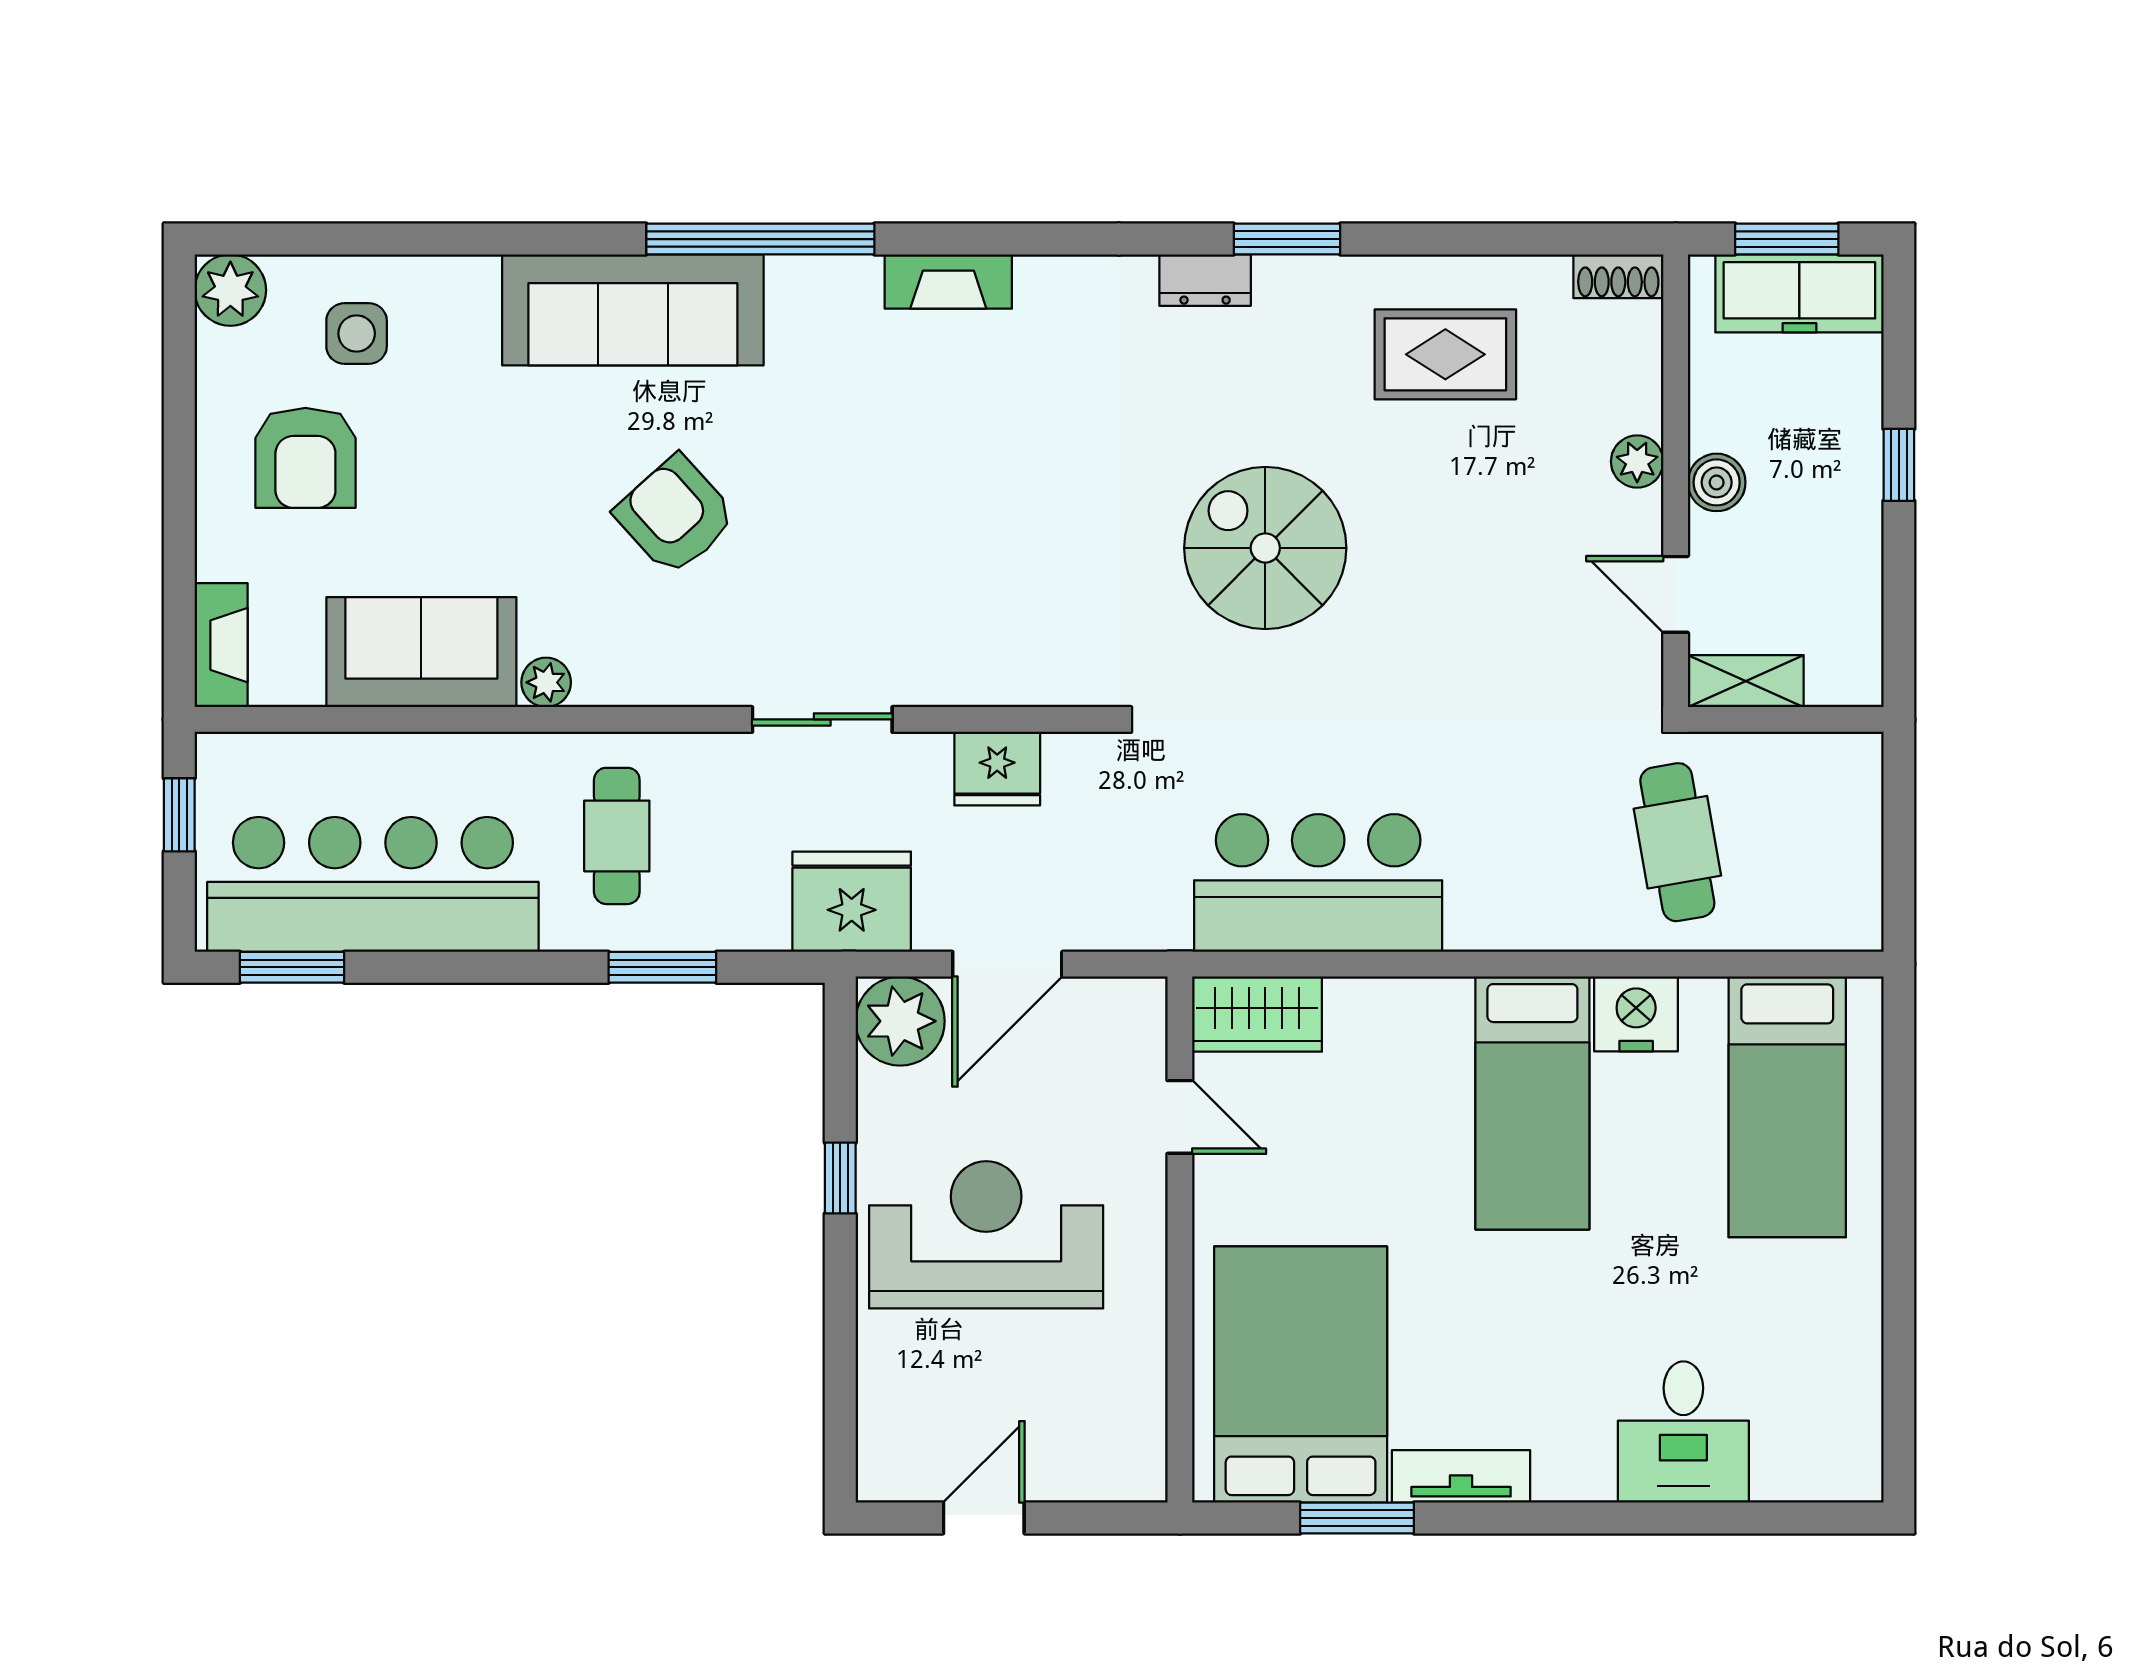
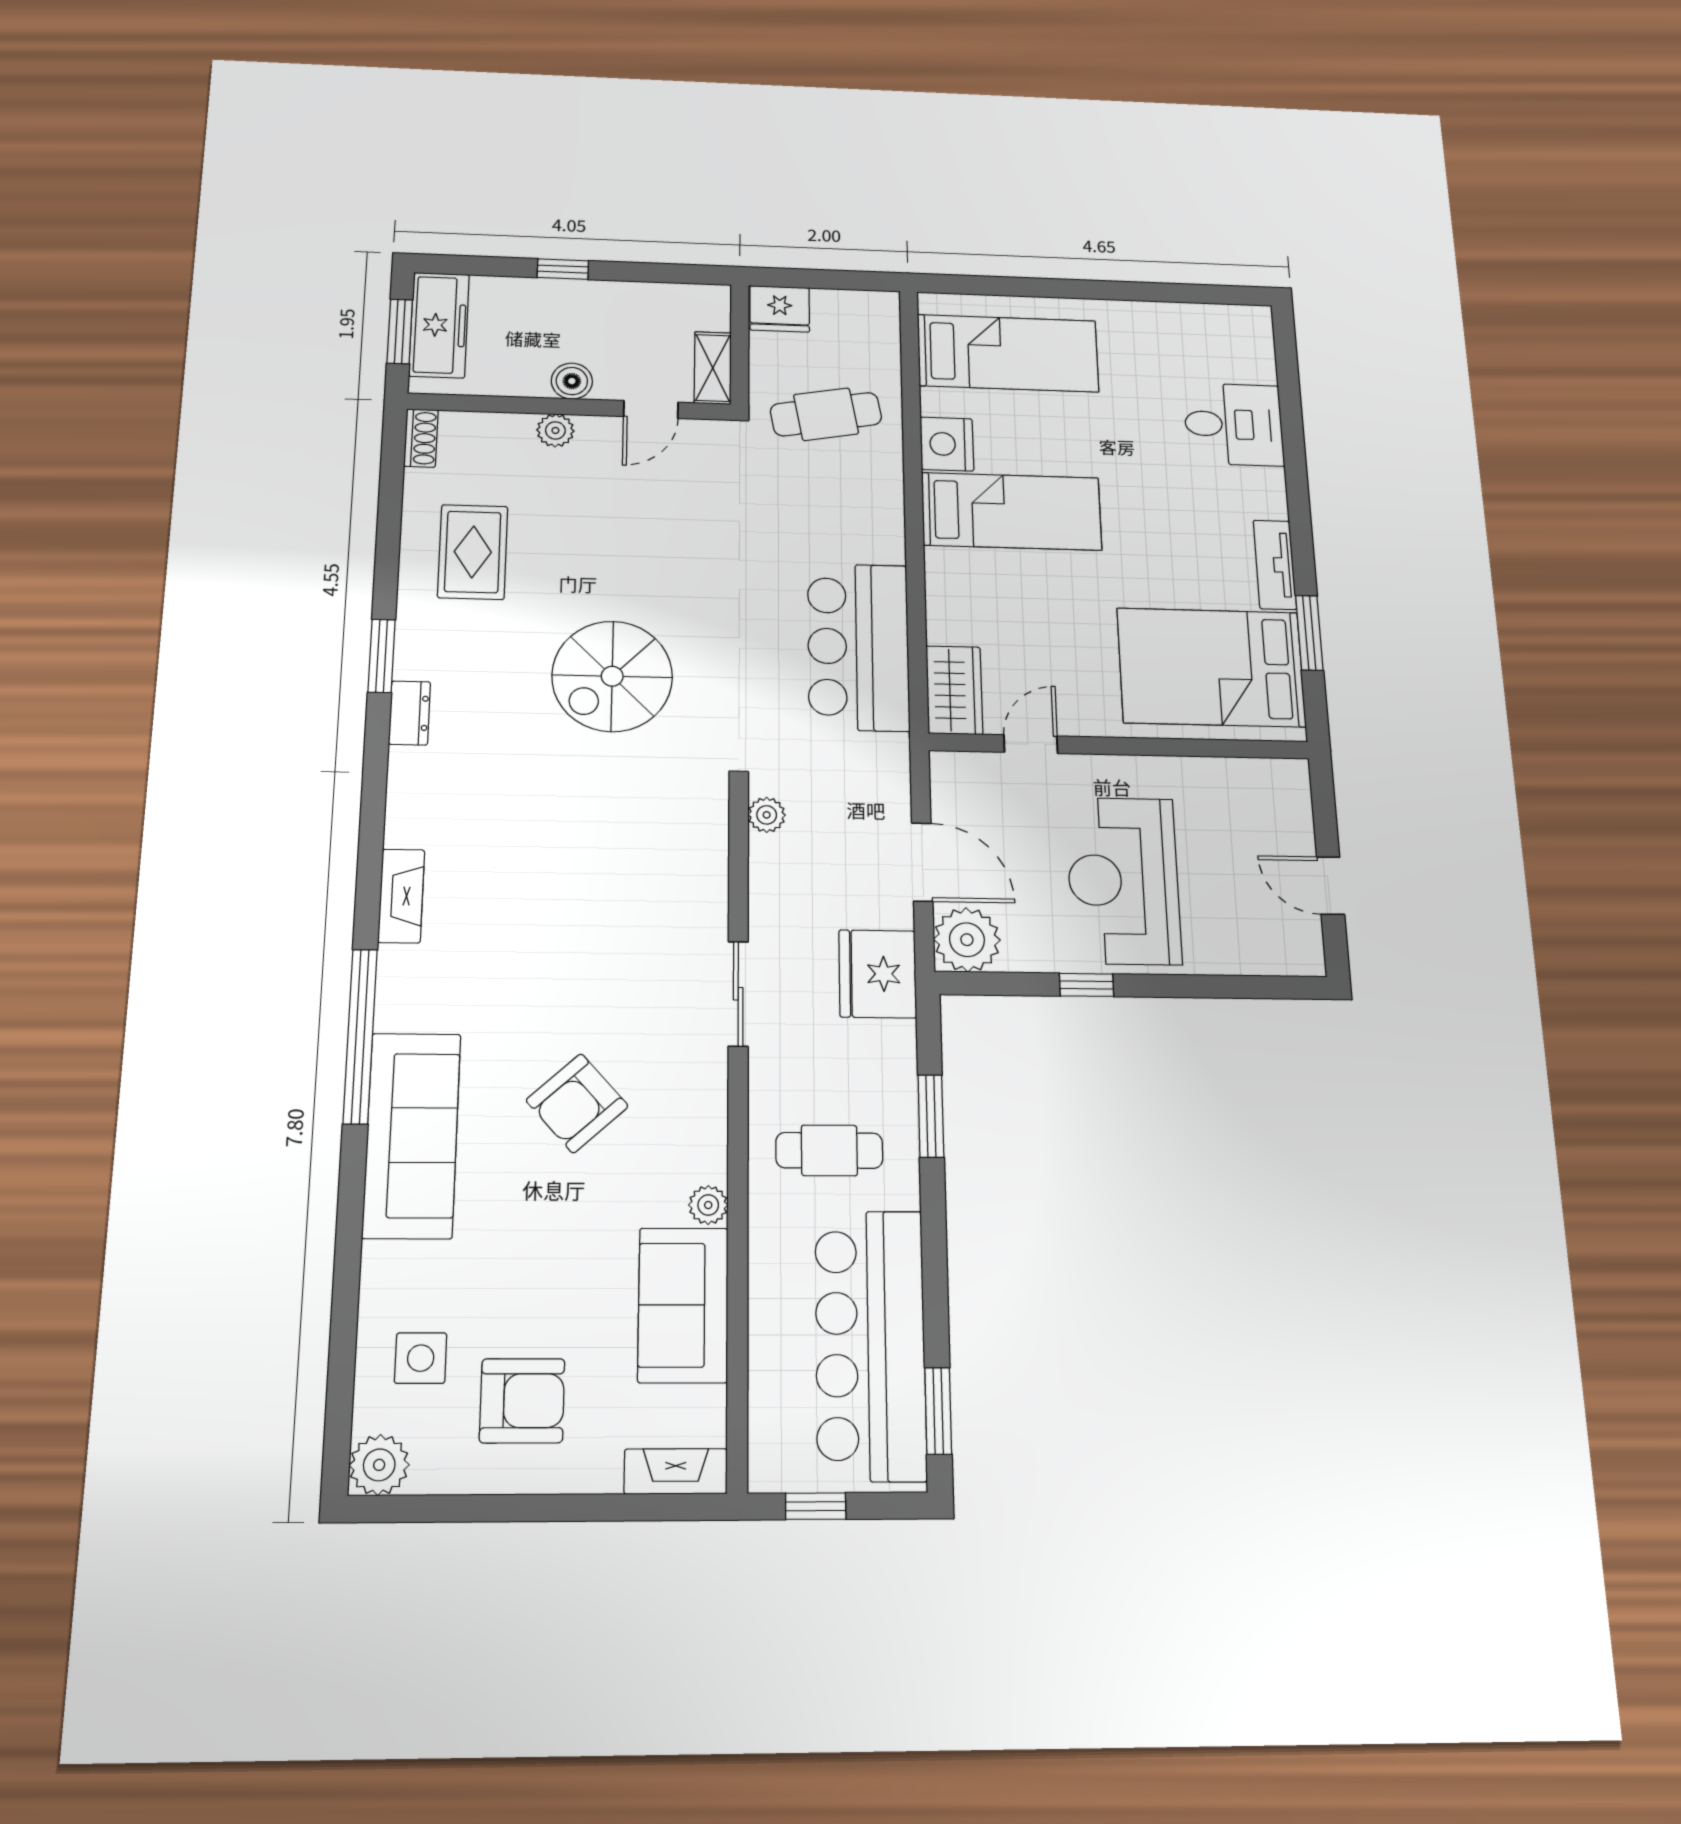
plant: (1070, 757) -> (767, 815), added
fridge: (997, 769) -> (780, 309), moved, turned 90

